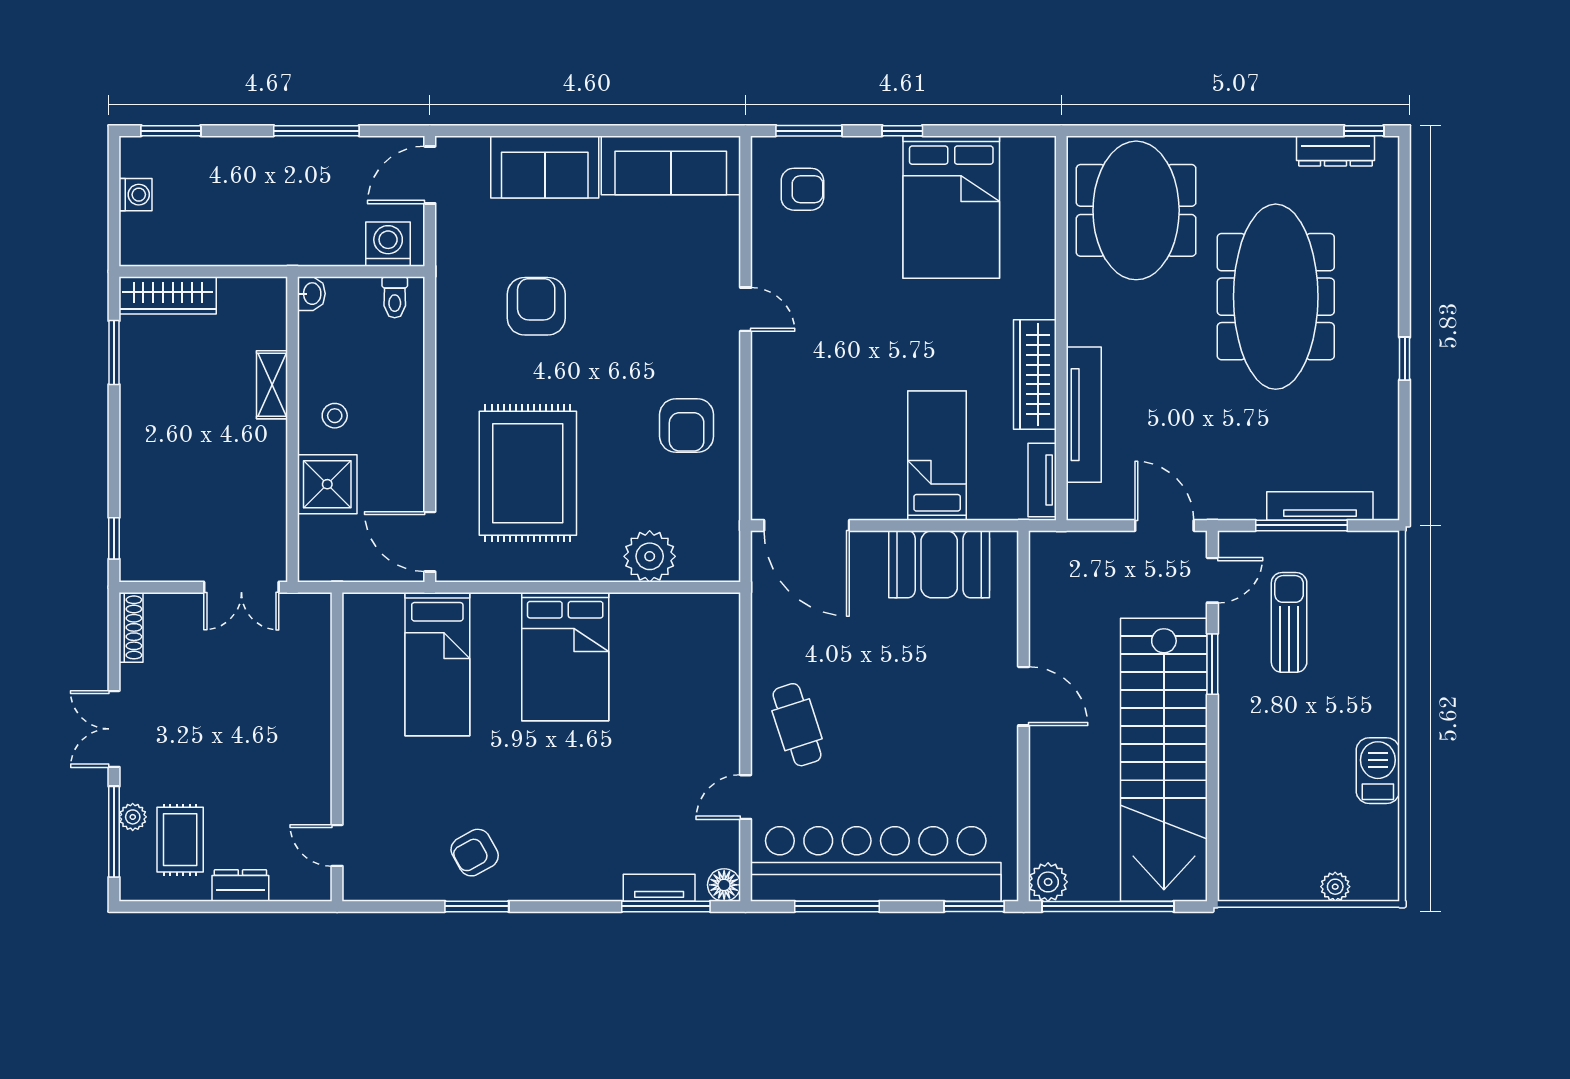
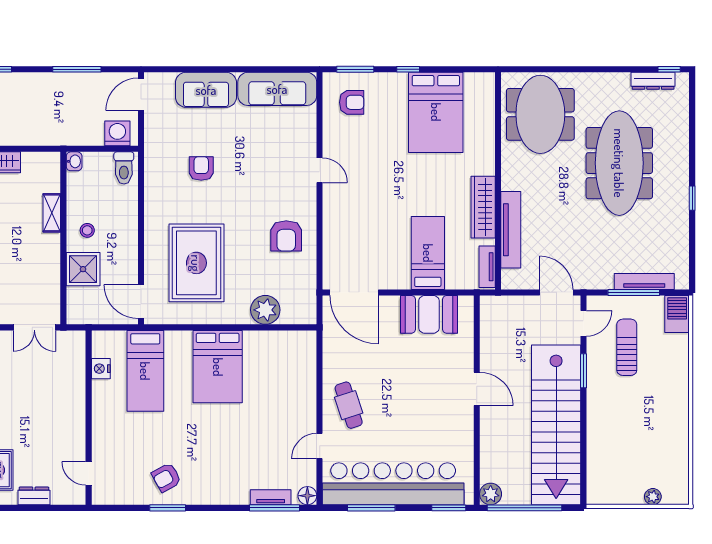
toilet: (395, 297) -> (124, 168), width x1.37, depth x1.39
armchair: (536, 306) -> (201, 169), width x0.72, depth x0.72
nightstand: (359, 660) -> (101, 369), added
barbecue: (1378, 771) -> (677, 314), moved

